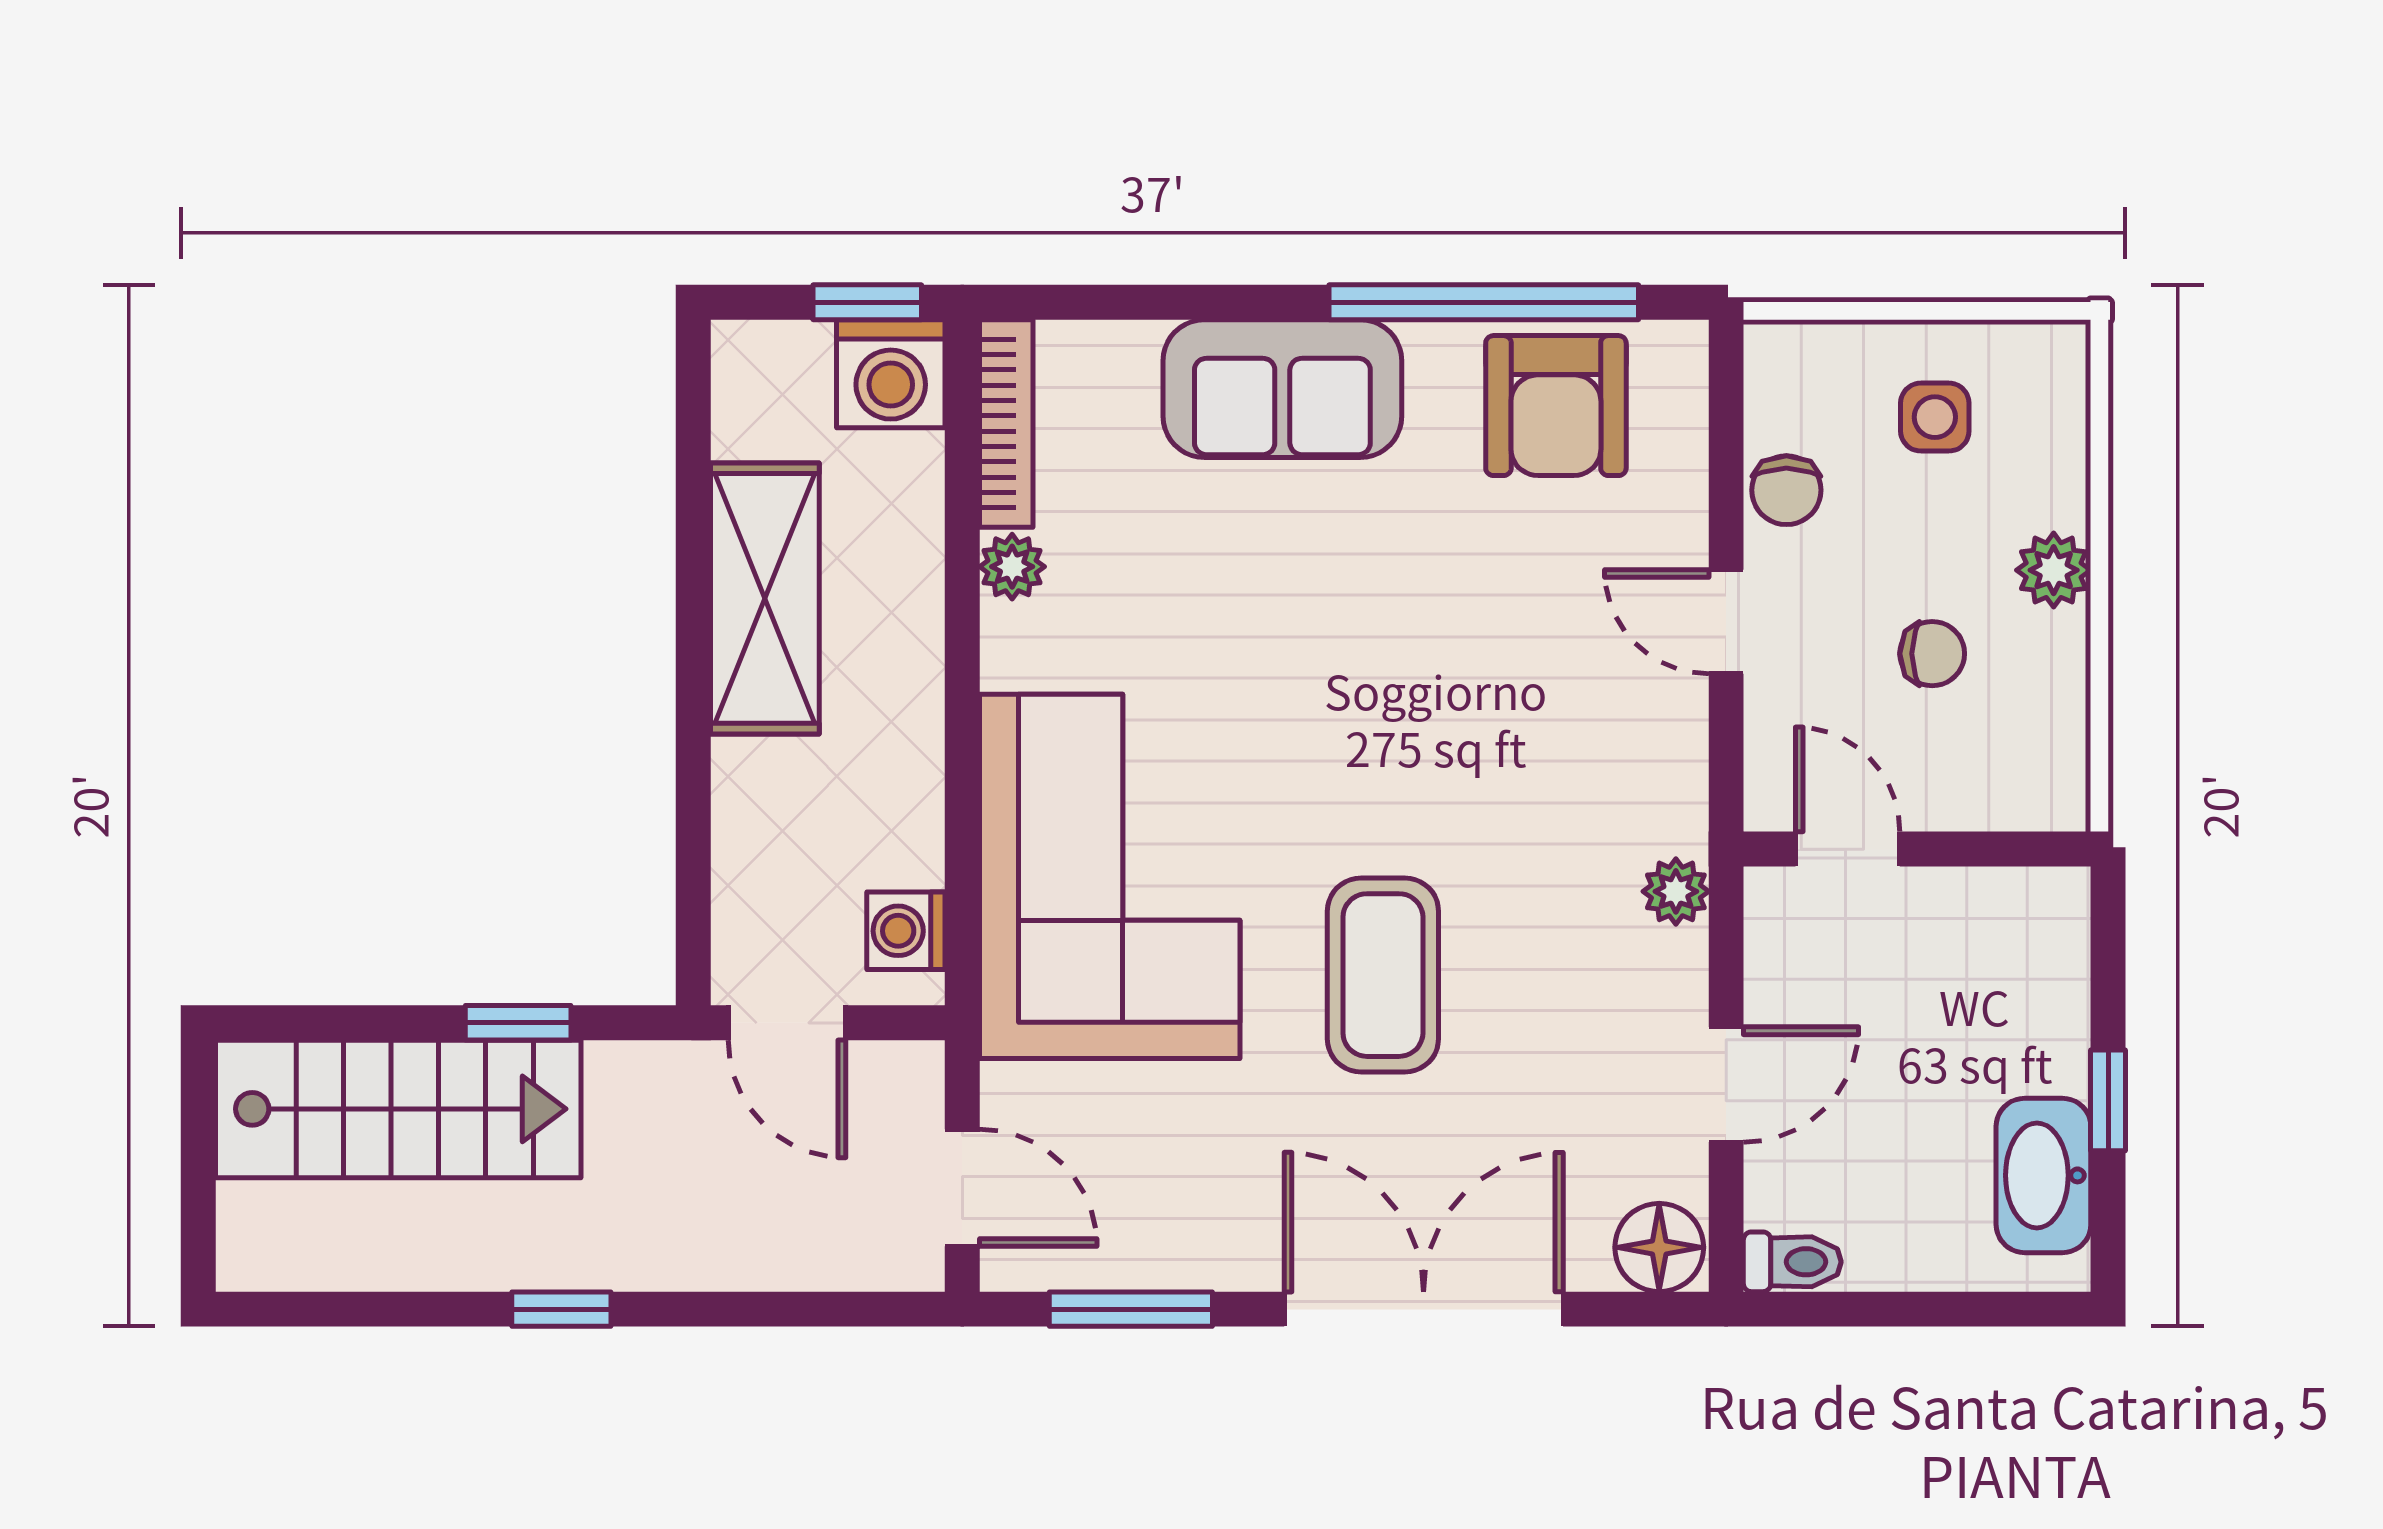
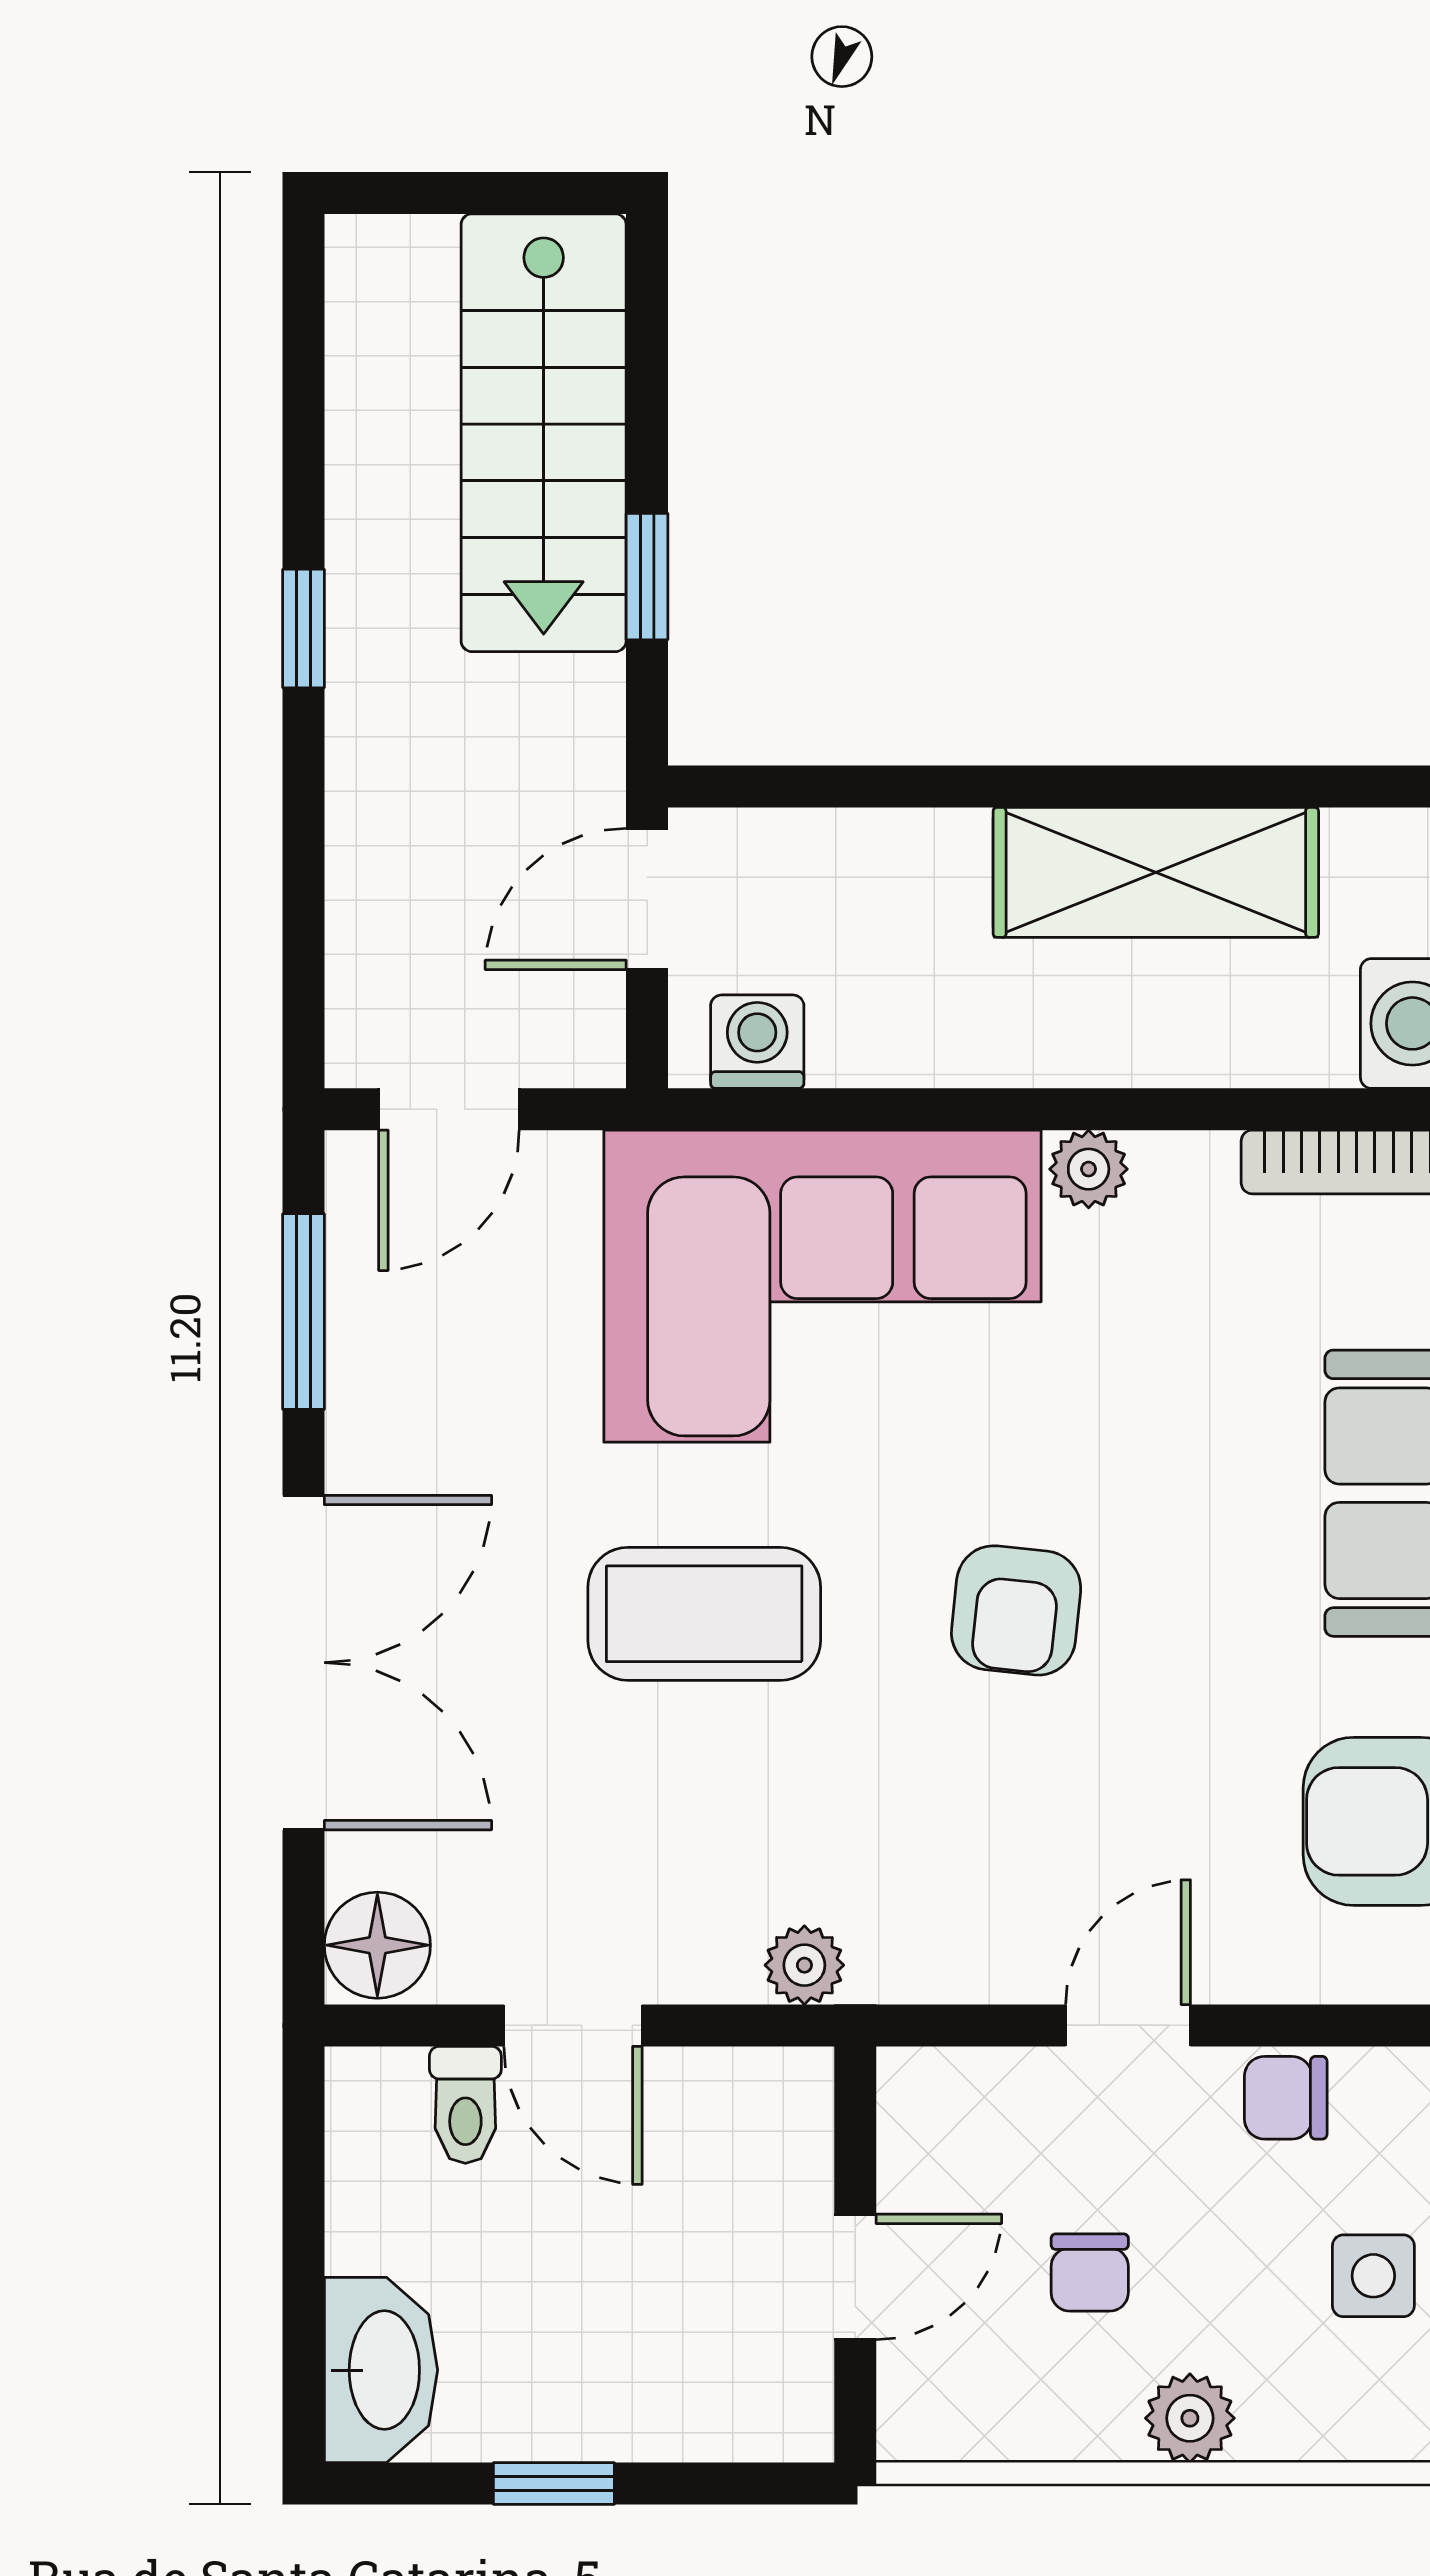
plant: (1012, 567) -> (1089, 1169), moved
armchair: (1380, 715) -> (1016, 1610), added
door: (1848, 849) -> (855, 2277), moved
washbasin: (2043, 1175) -> (381, 2370), moved, turned 90
toilet: (1792, 1262) -> (465, 2105), moved

